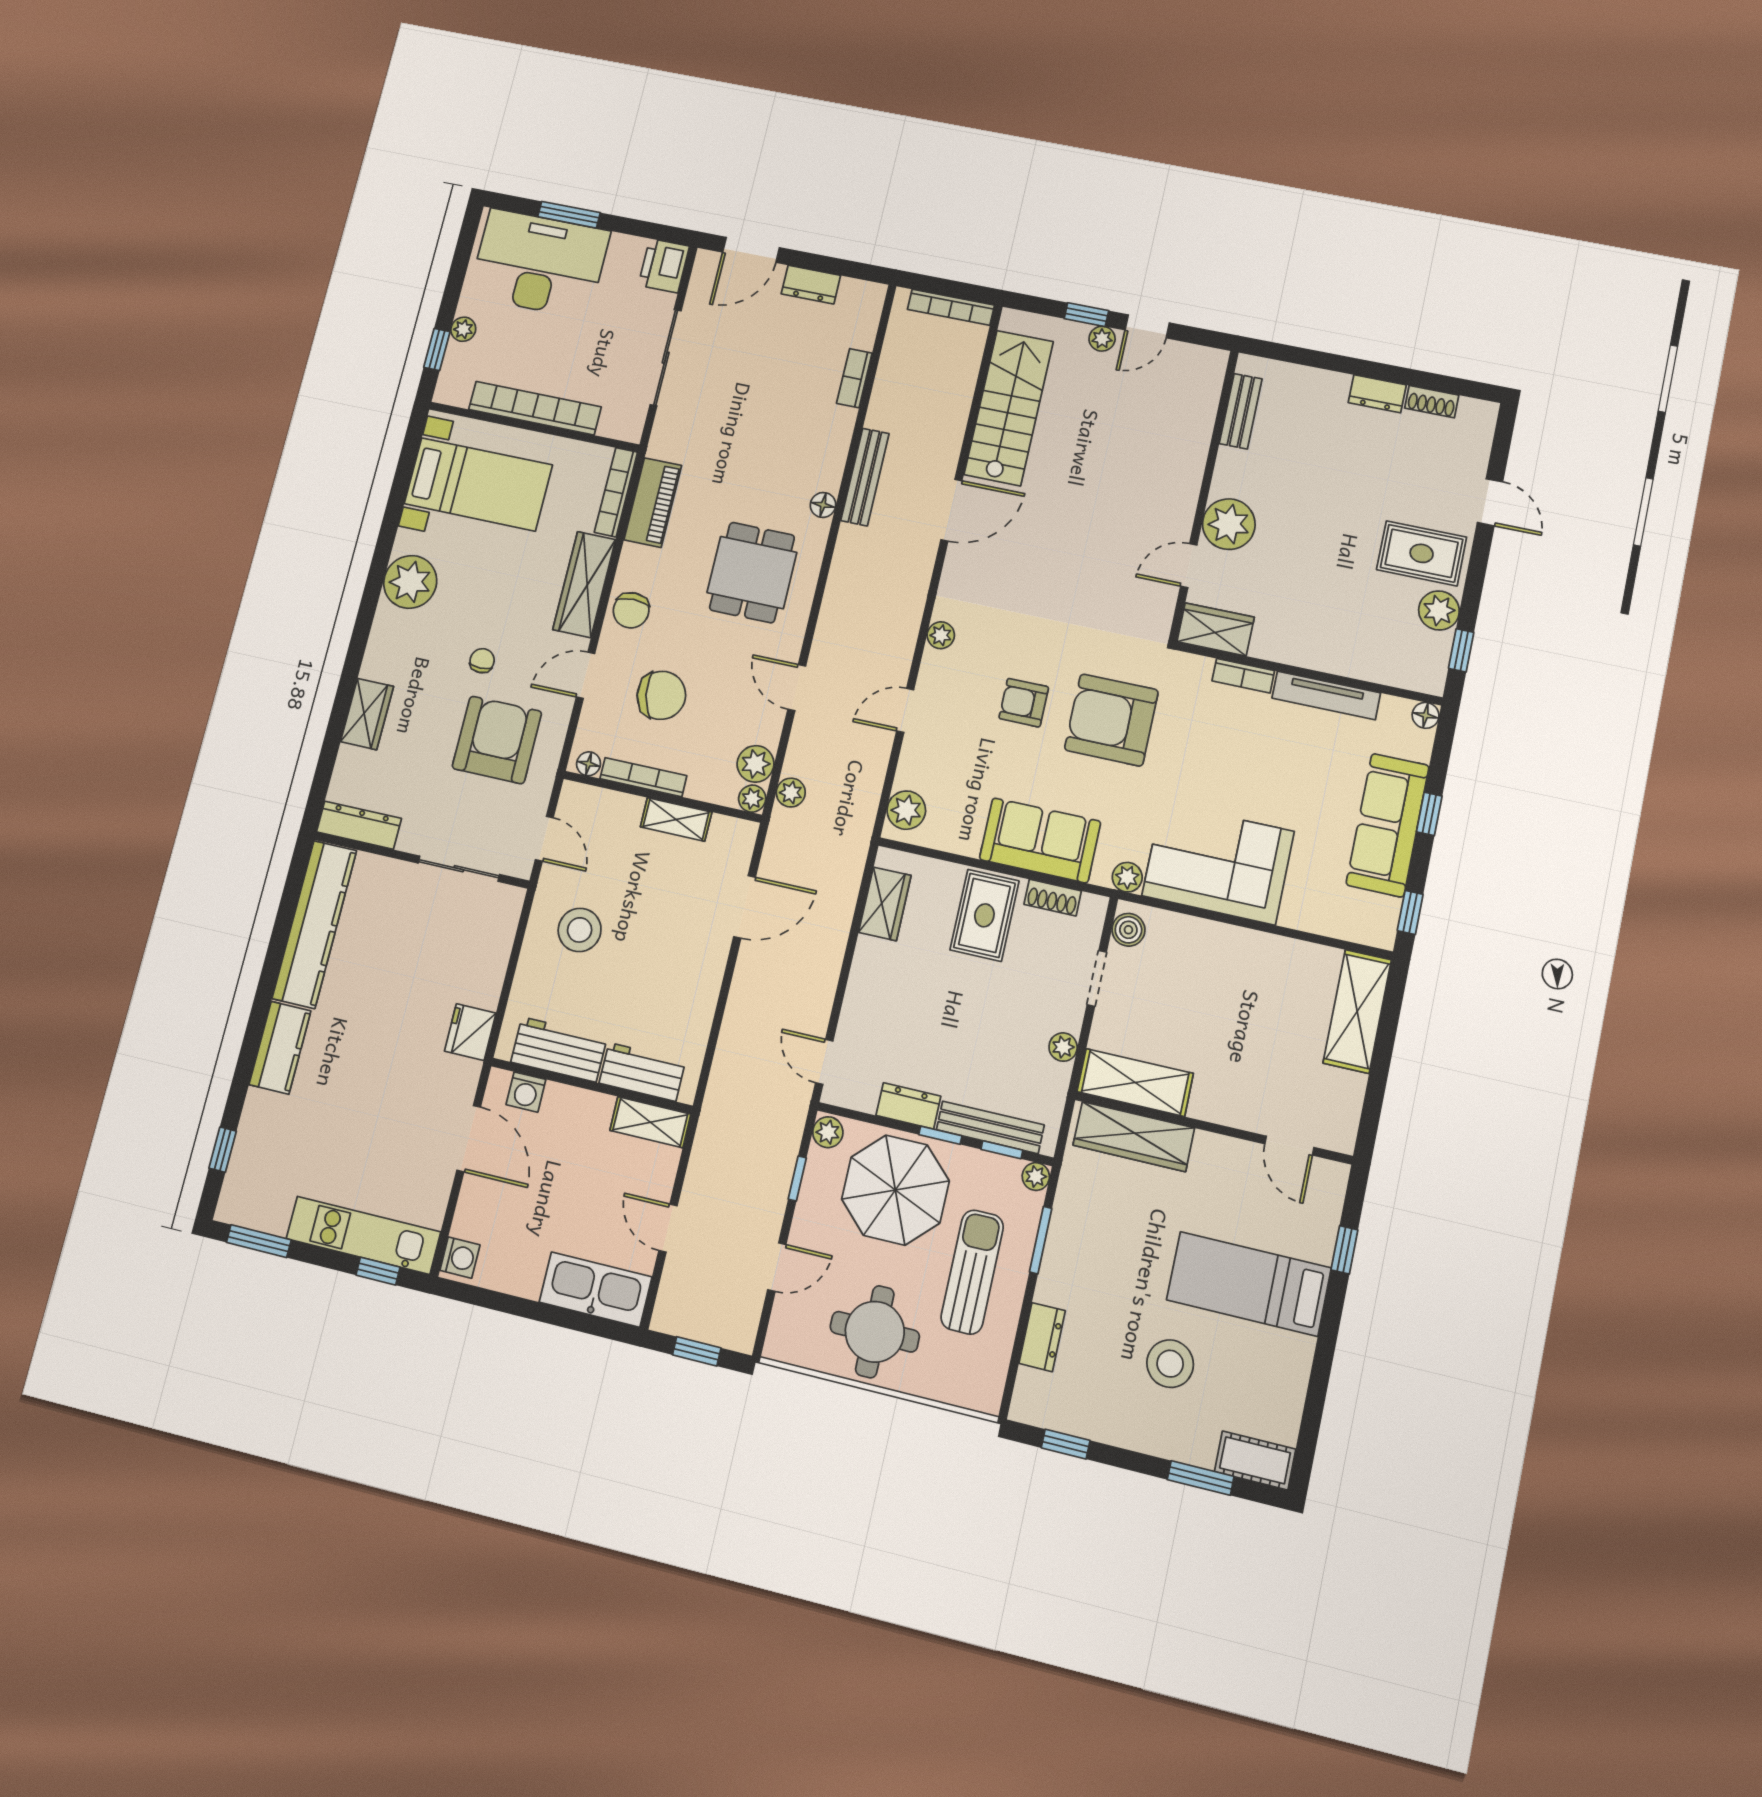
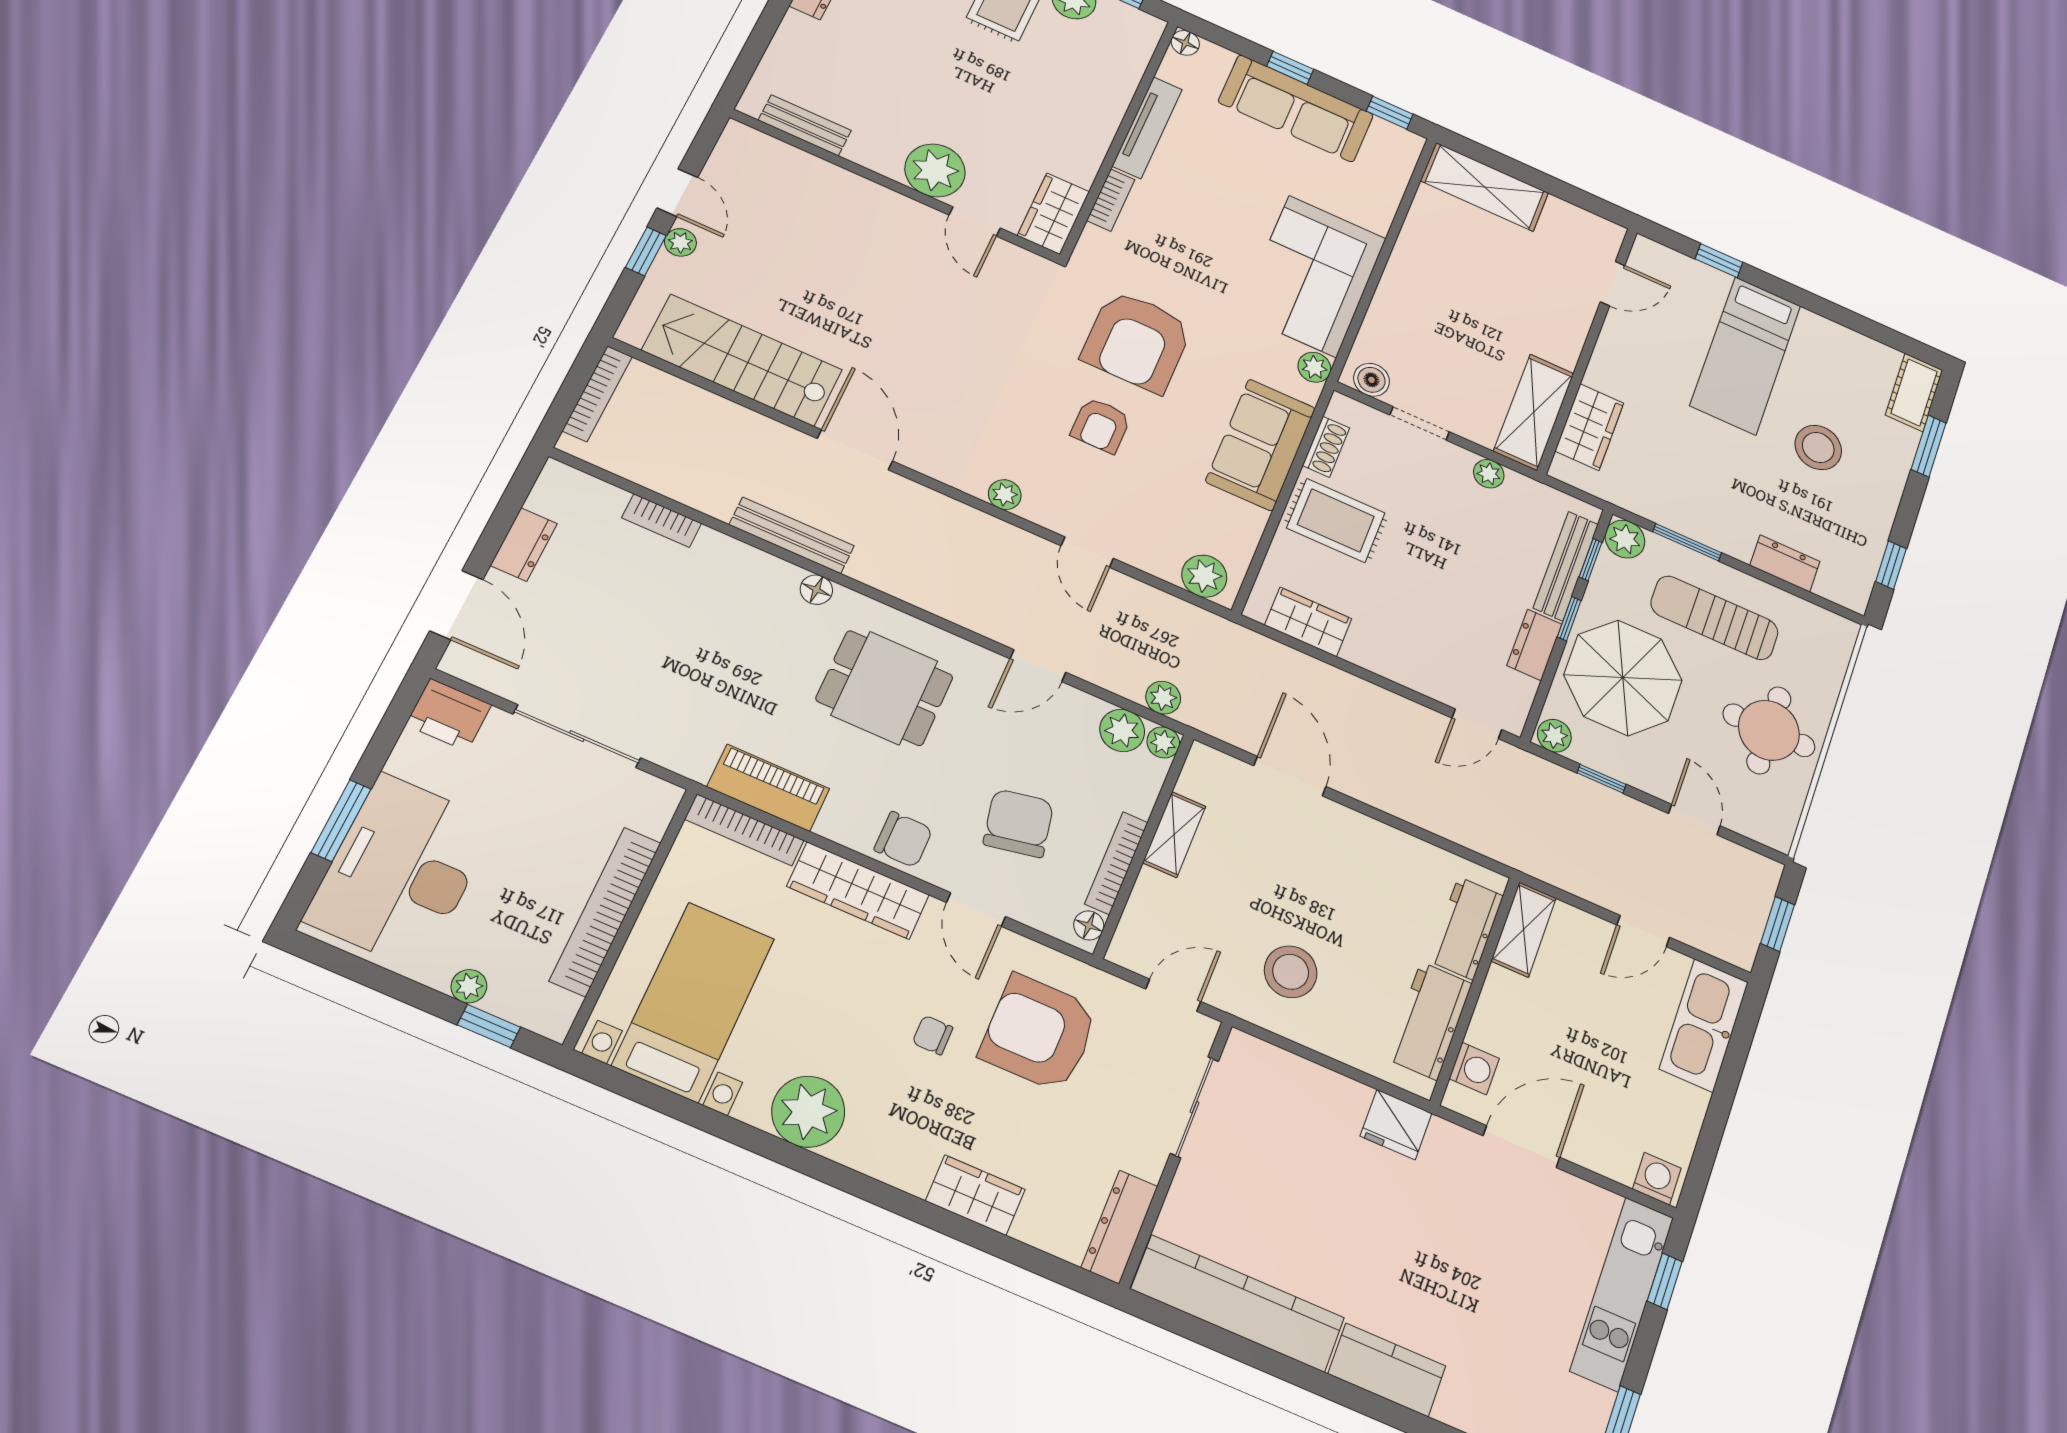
wardrobe: (1134, 1137) -> (1589, 427), width x0.67
plant: (1036, 1177) -> (1625, 539), width x1.38, depth x1.38

